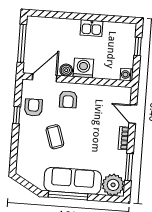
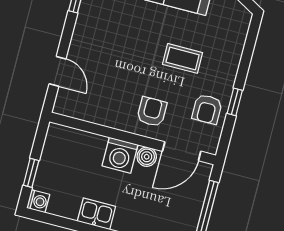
washing machine: (127, 75) -> (38, 201), moved
coffee table: (55, 137) -> (183, 58), turned -72
bookcase: (124, 138) -> (78, 37), removed

